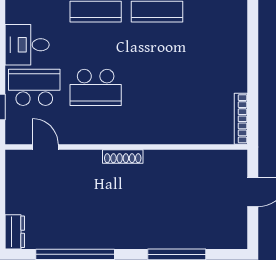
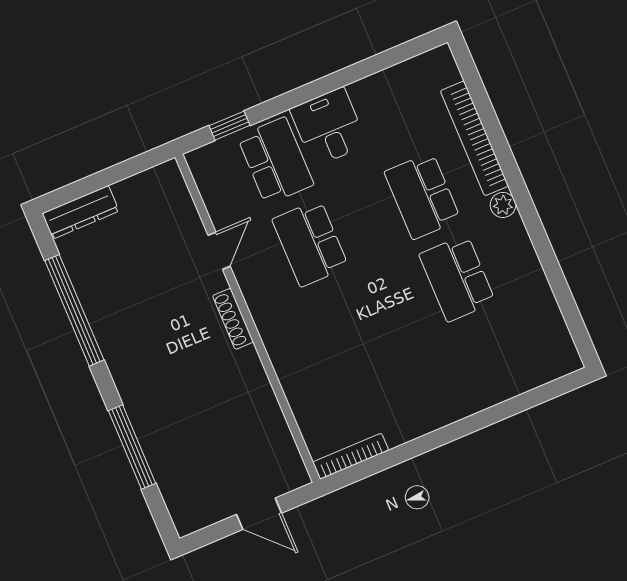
door: (45, 147) -> (219, 251), moved
dresser: (15, 232) -> (81, 212), width x1.44

